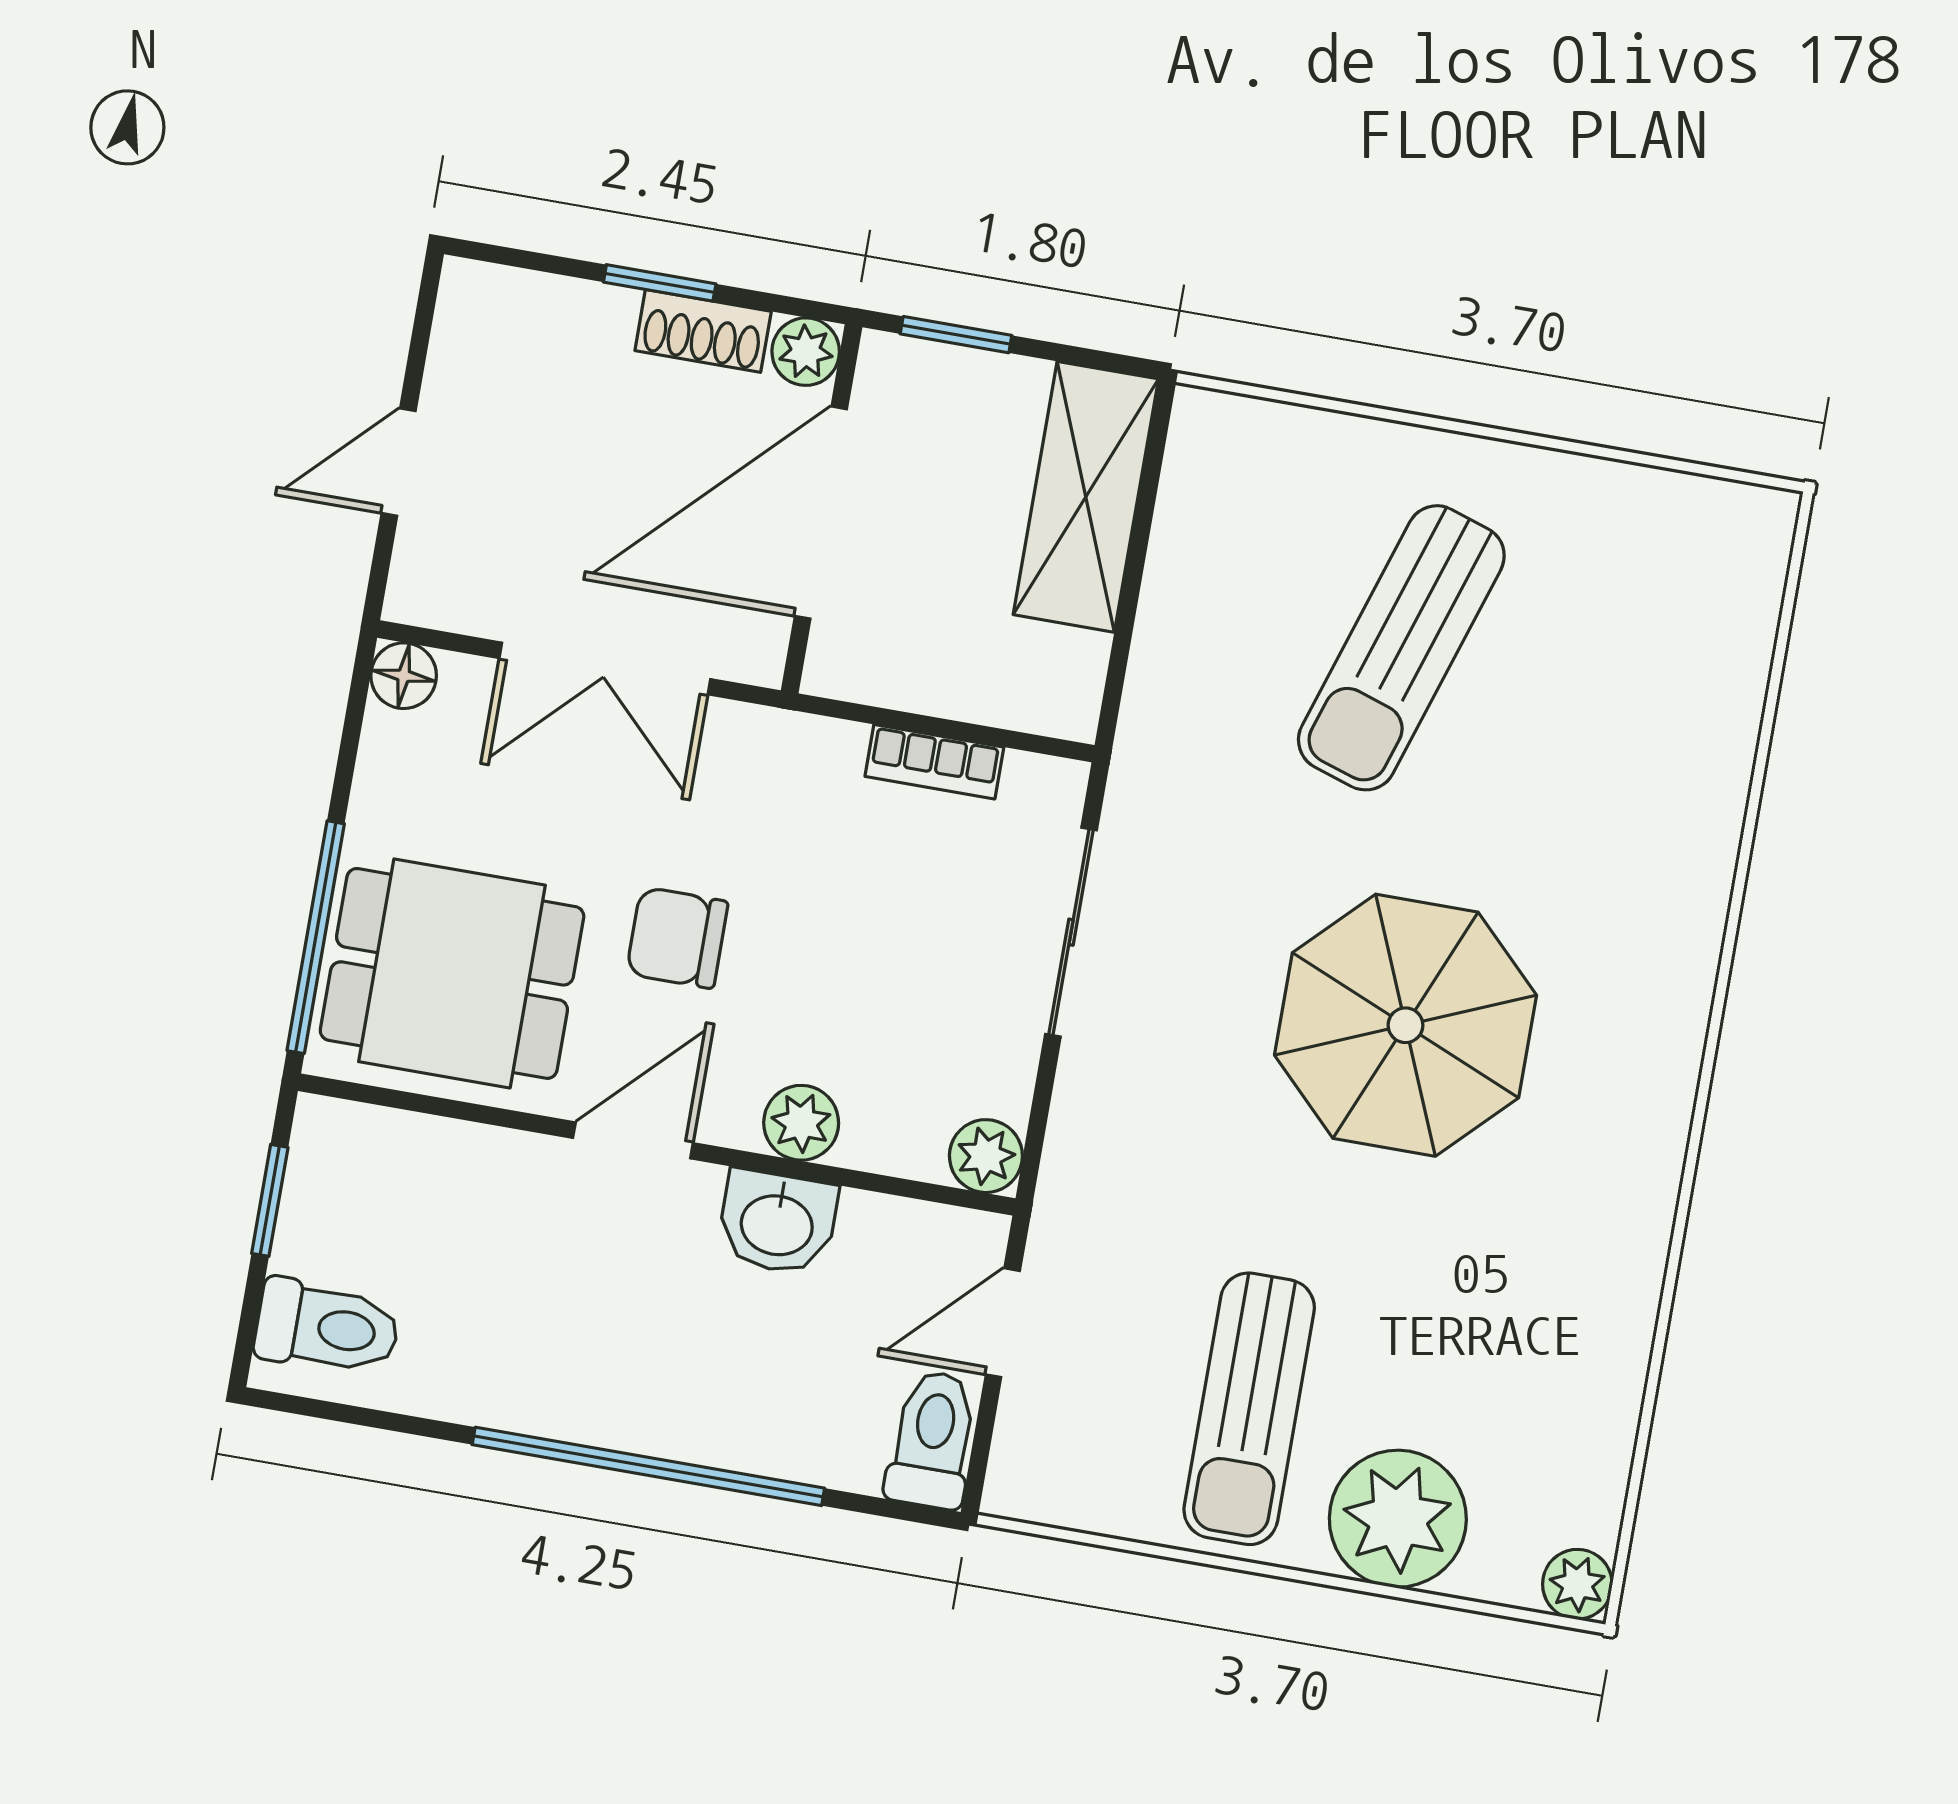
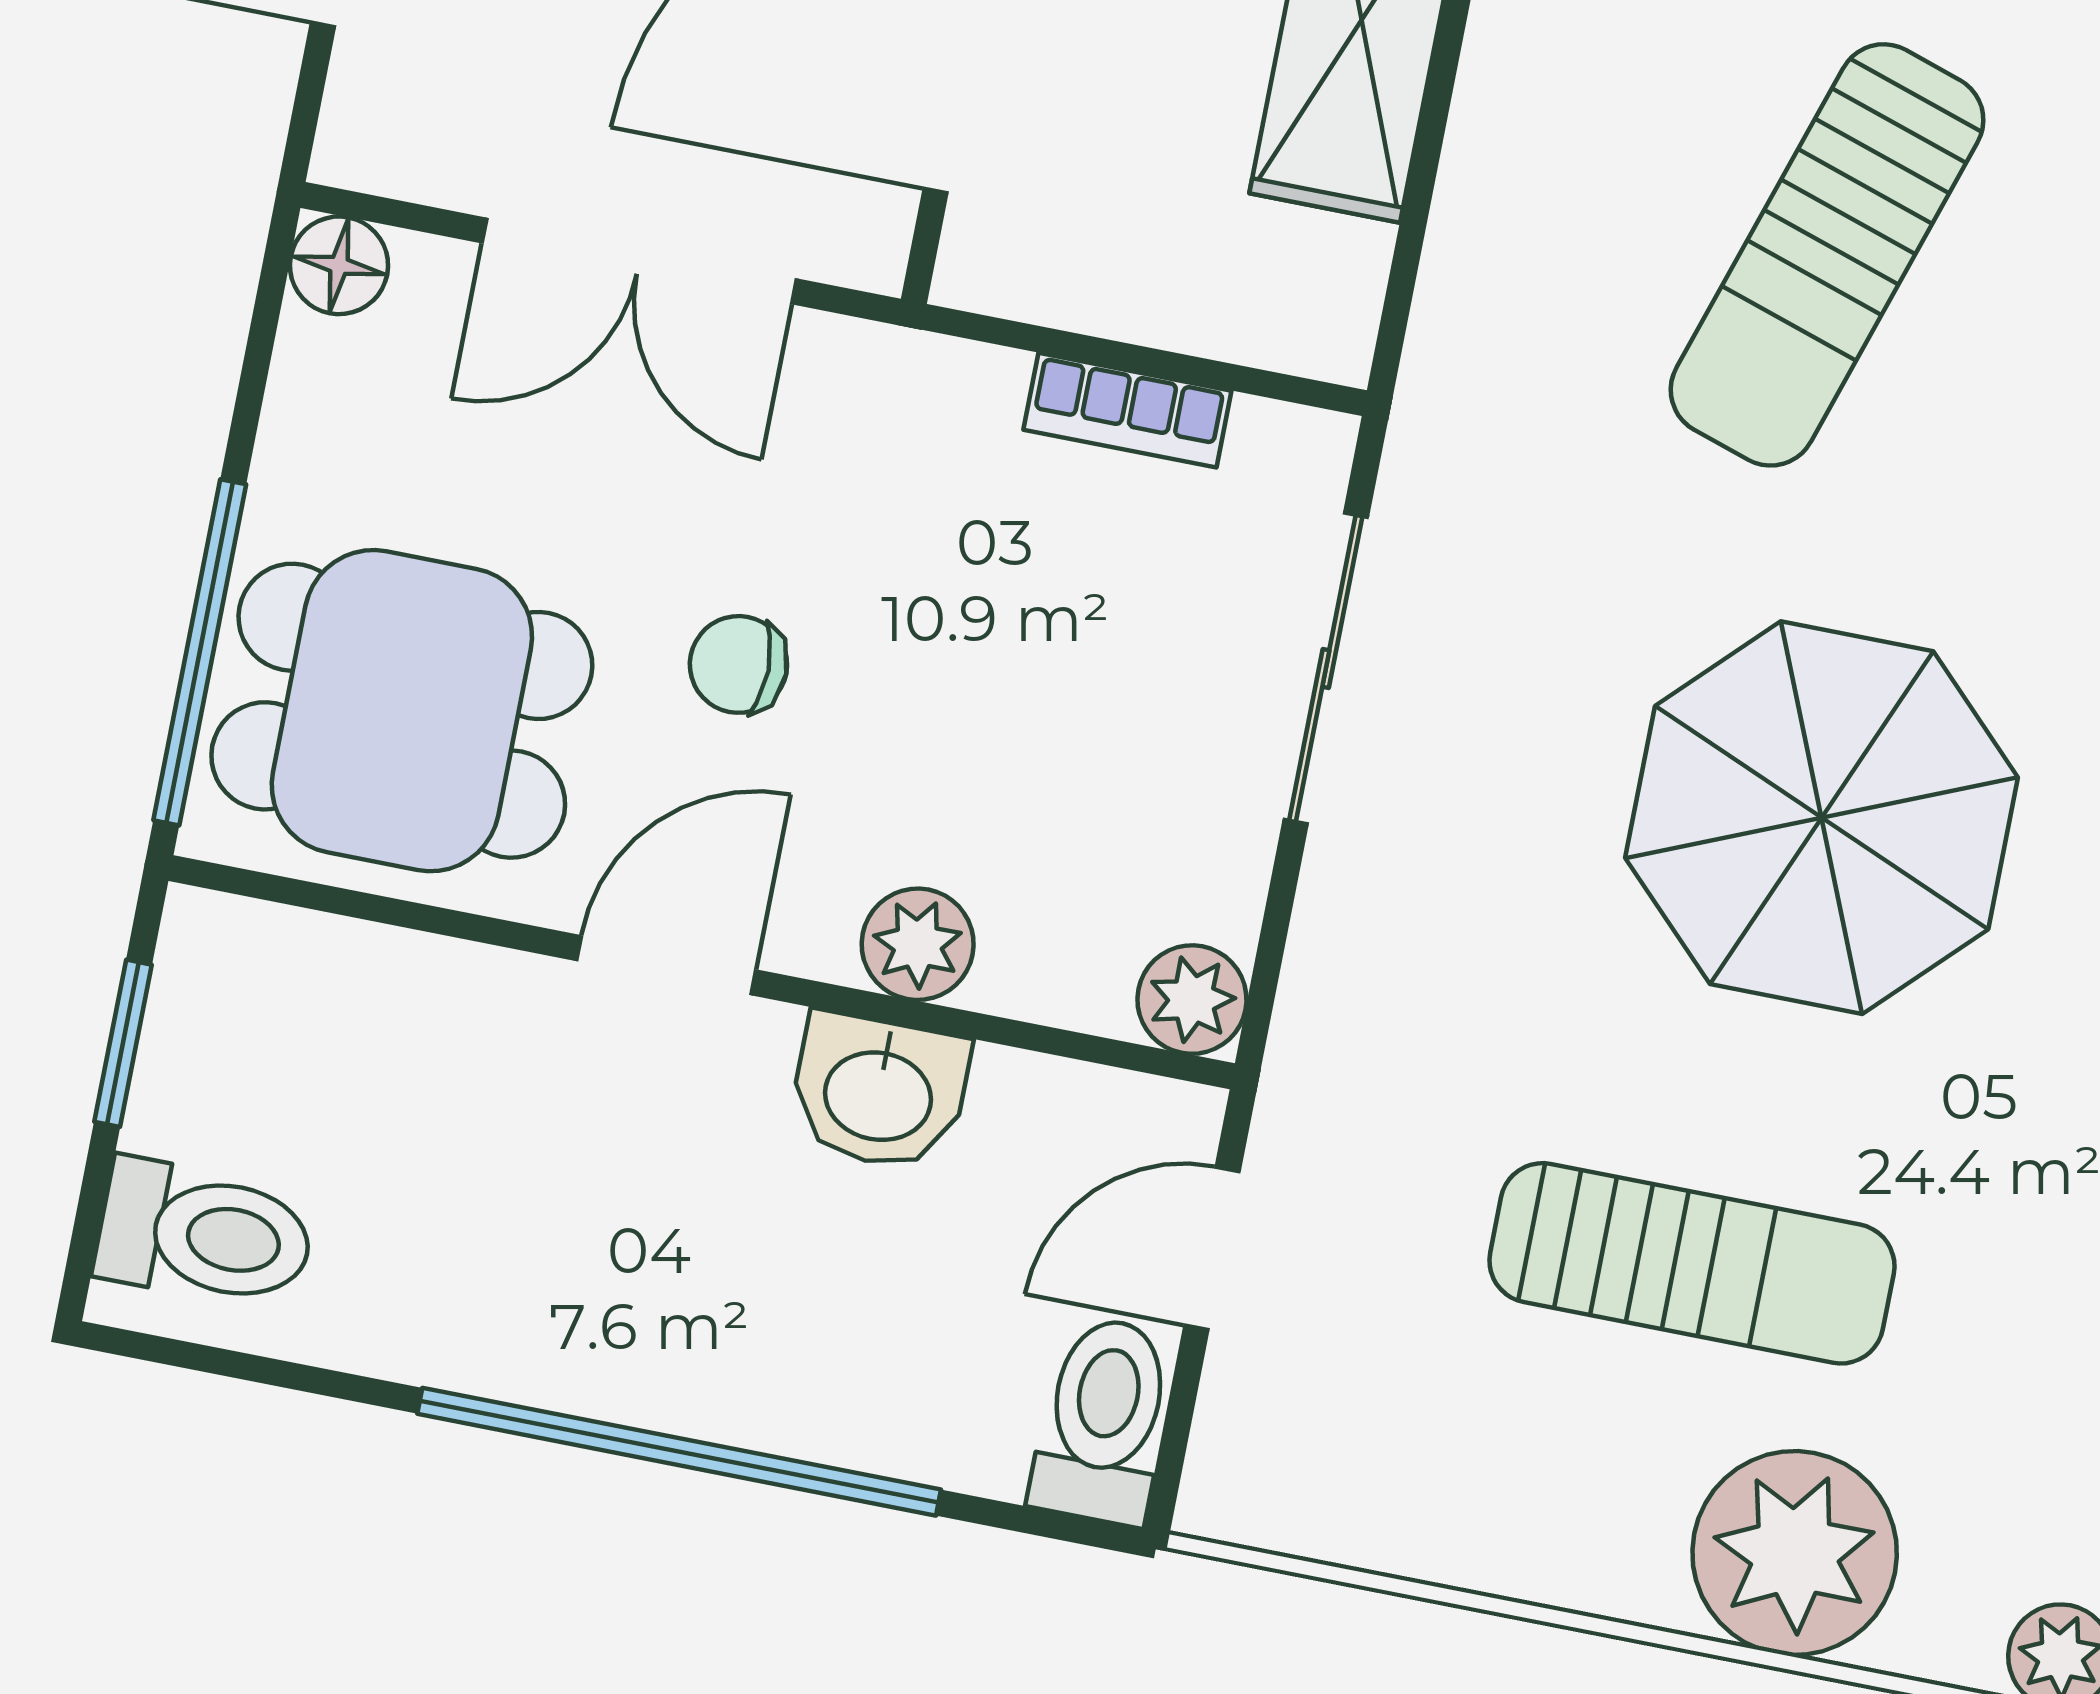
chair: (677, 938) -> (738, 664), width x0.73, depth x0.73
sun lounger: (1249, 1409) -> (1692, 1263), moved, turned -90

